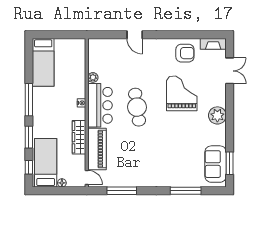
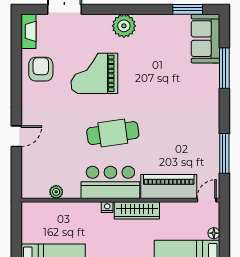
plant: (93, 77) -> (56, 192), moved
wardrobe: (79, 137) -> (137, 210), moved
sofa: (216, 164) -> (205, 39), moved, turned 90

